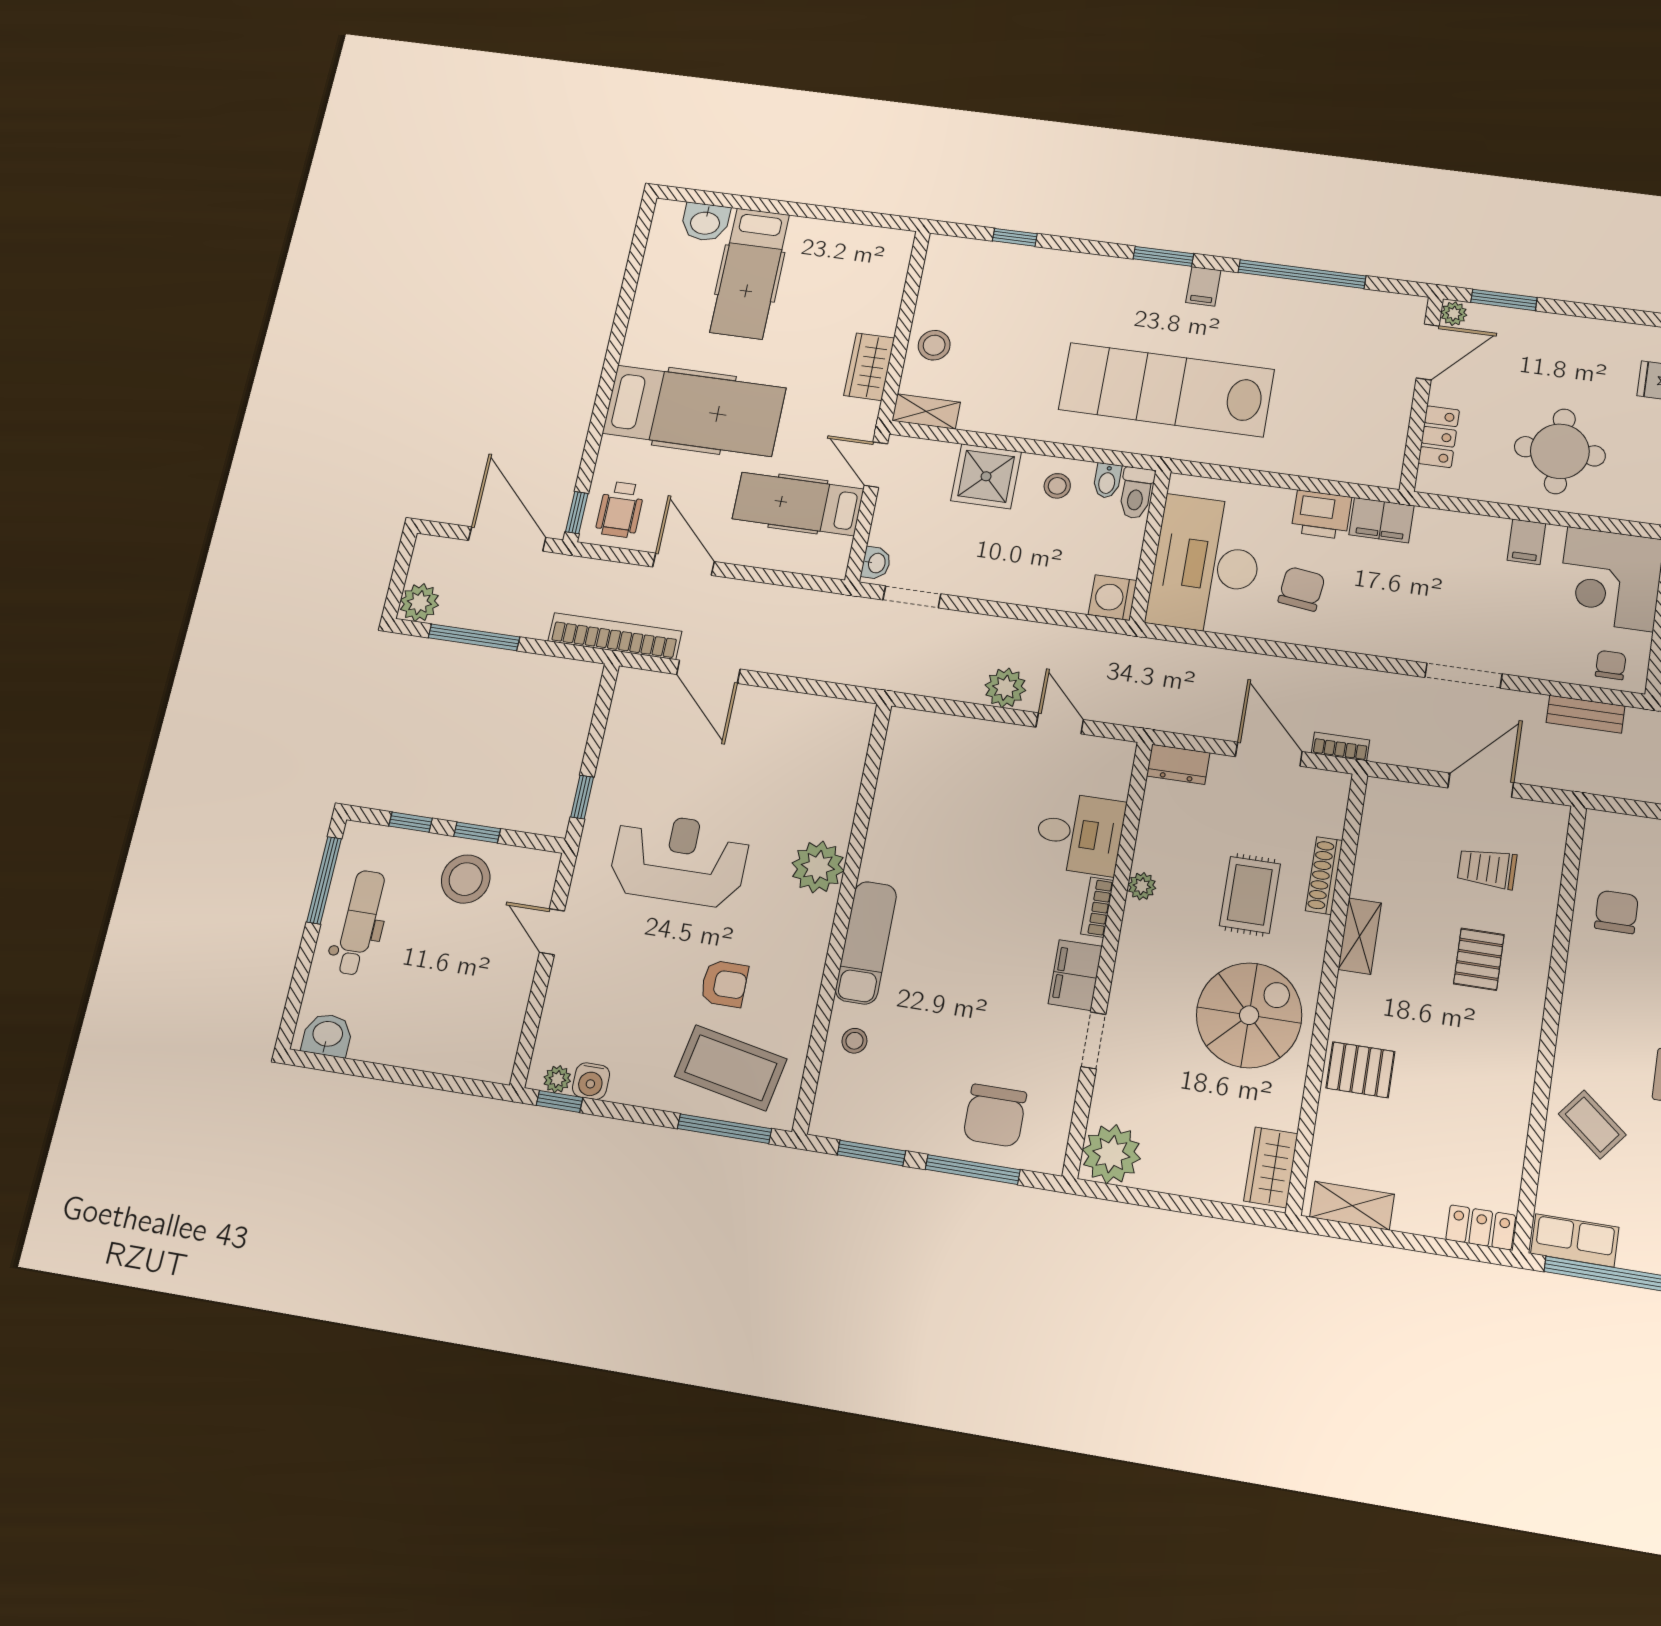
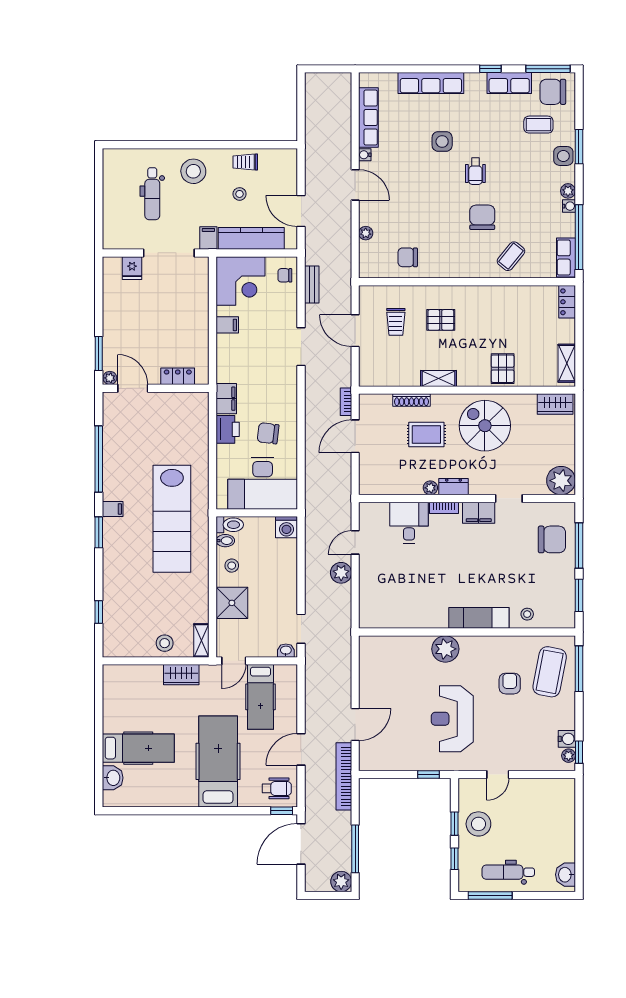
round table: (1560, 451) -> (177, 314), removed
dresser: (1178, 764) -> (454, 487), moved, turned -90

